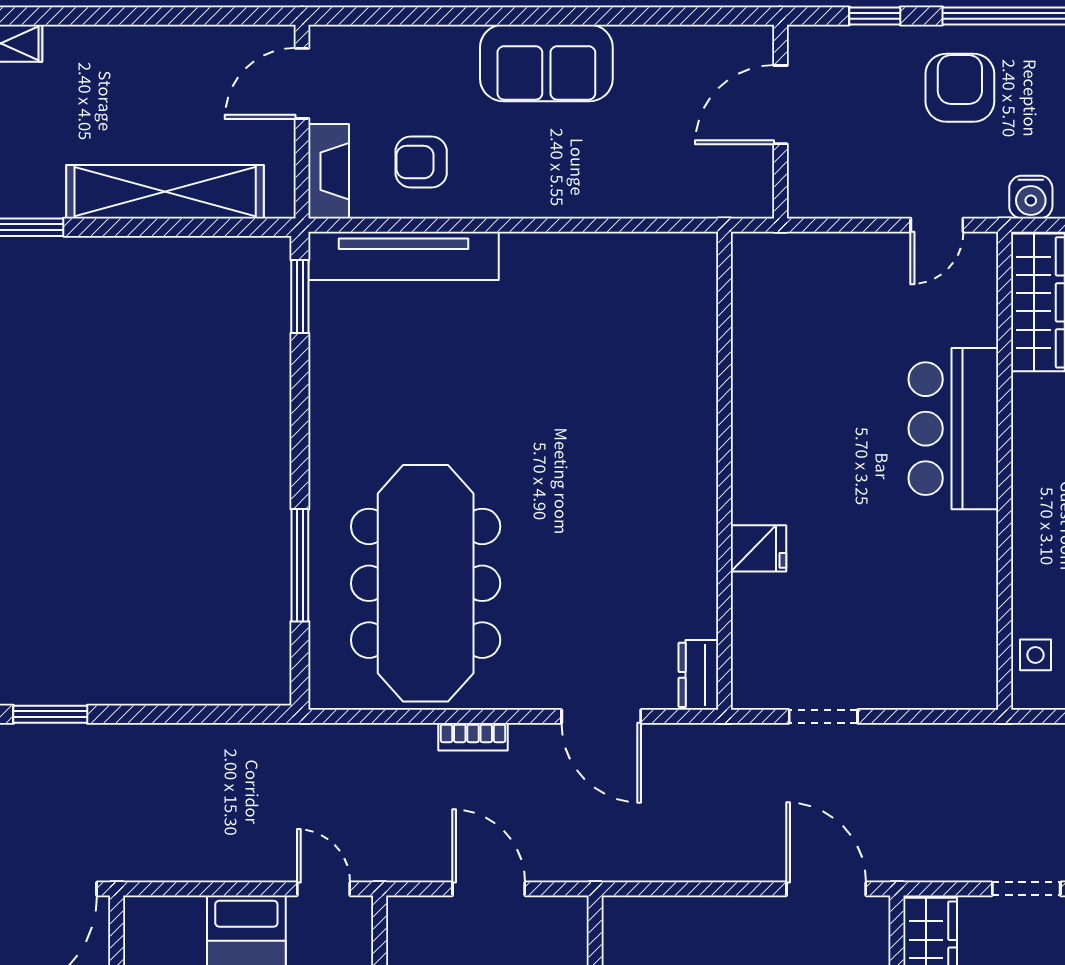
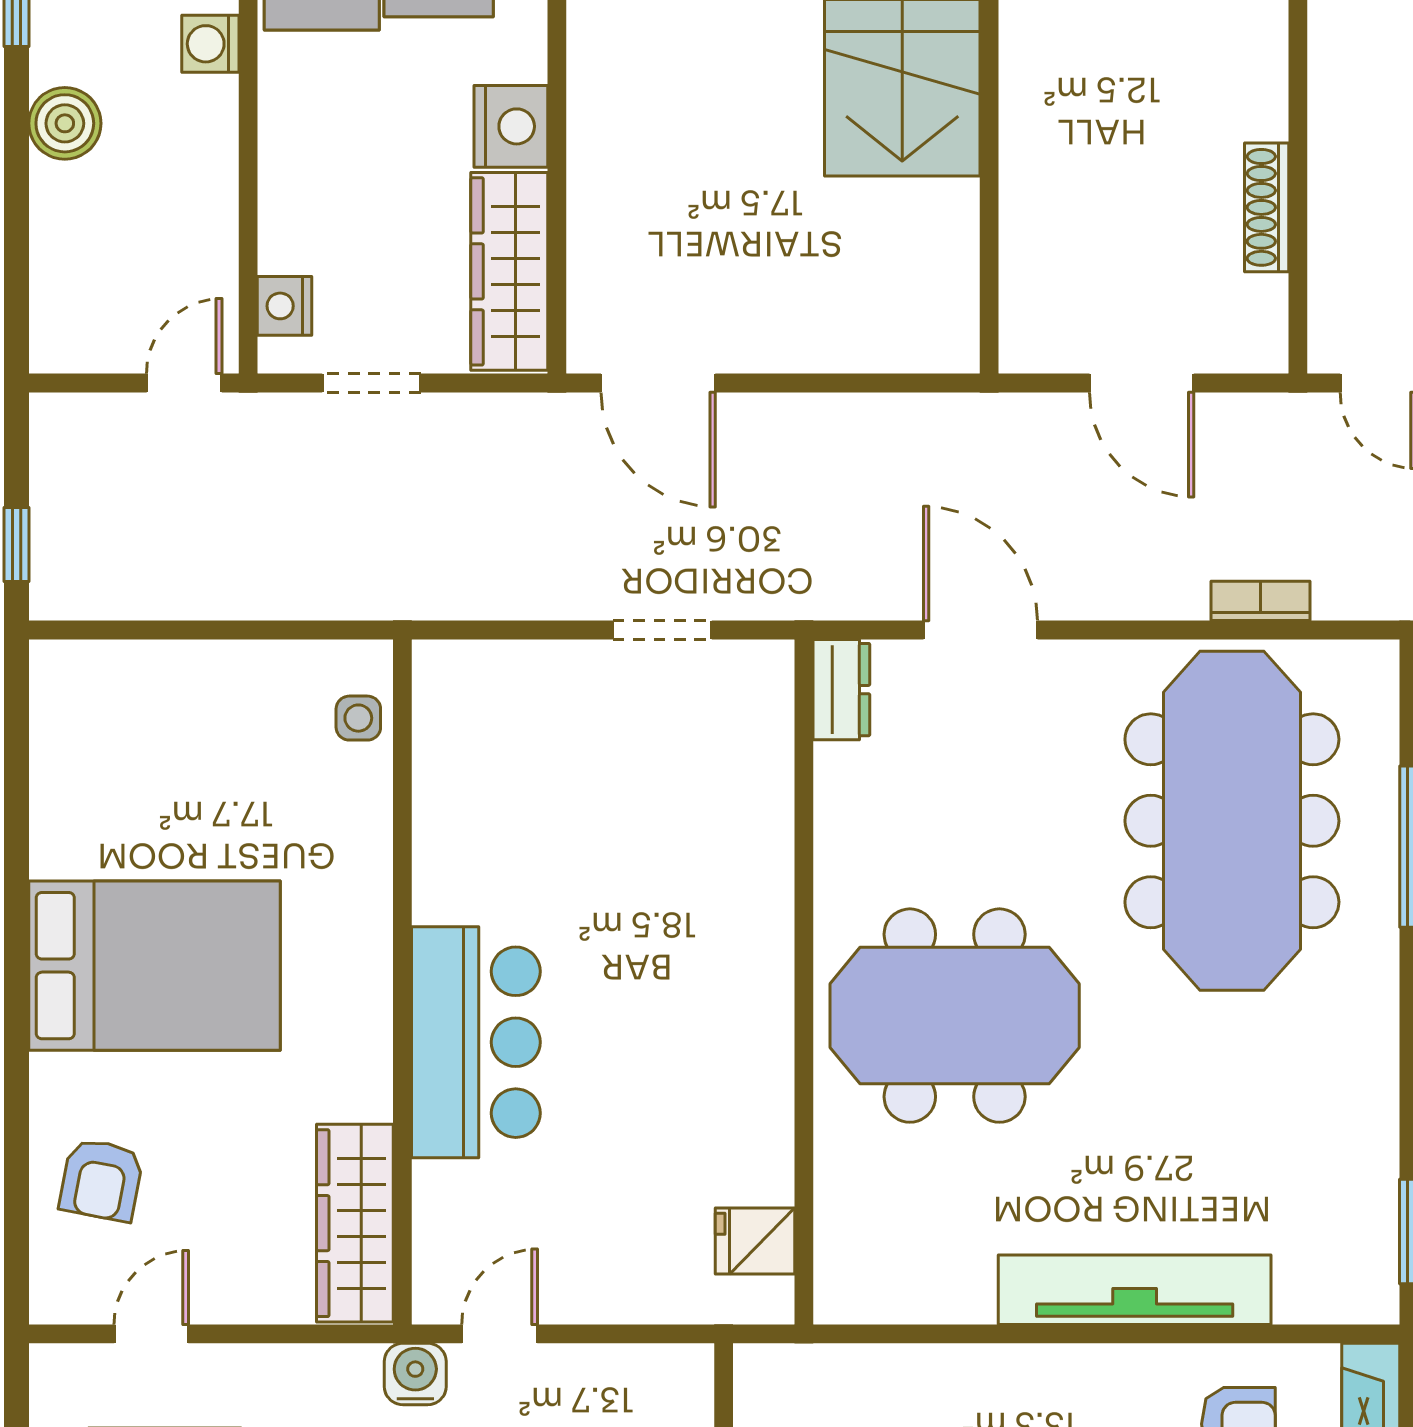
water cooler: (1031, 197) -> (415, 1374), moved
tv unit: (404, 256) -> (1135, 1290), moved
meeting table: (619, 447) -> (955, 1016), added
fridge: (759, 548) -> (755, 1241), moved
bookcase: (473, 737) -> (1260, 601), moved

